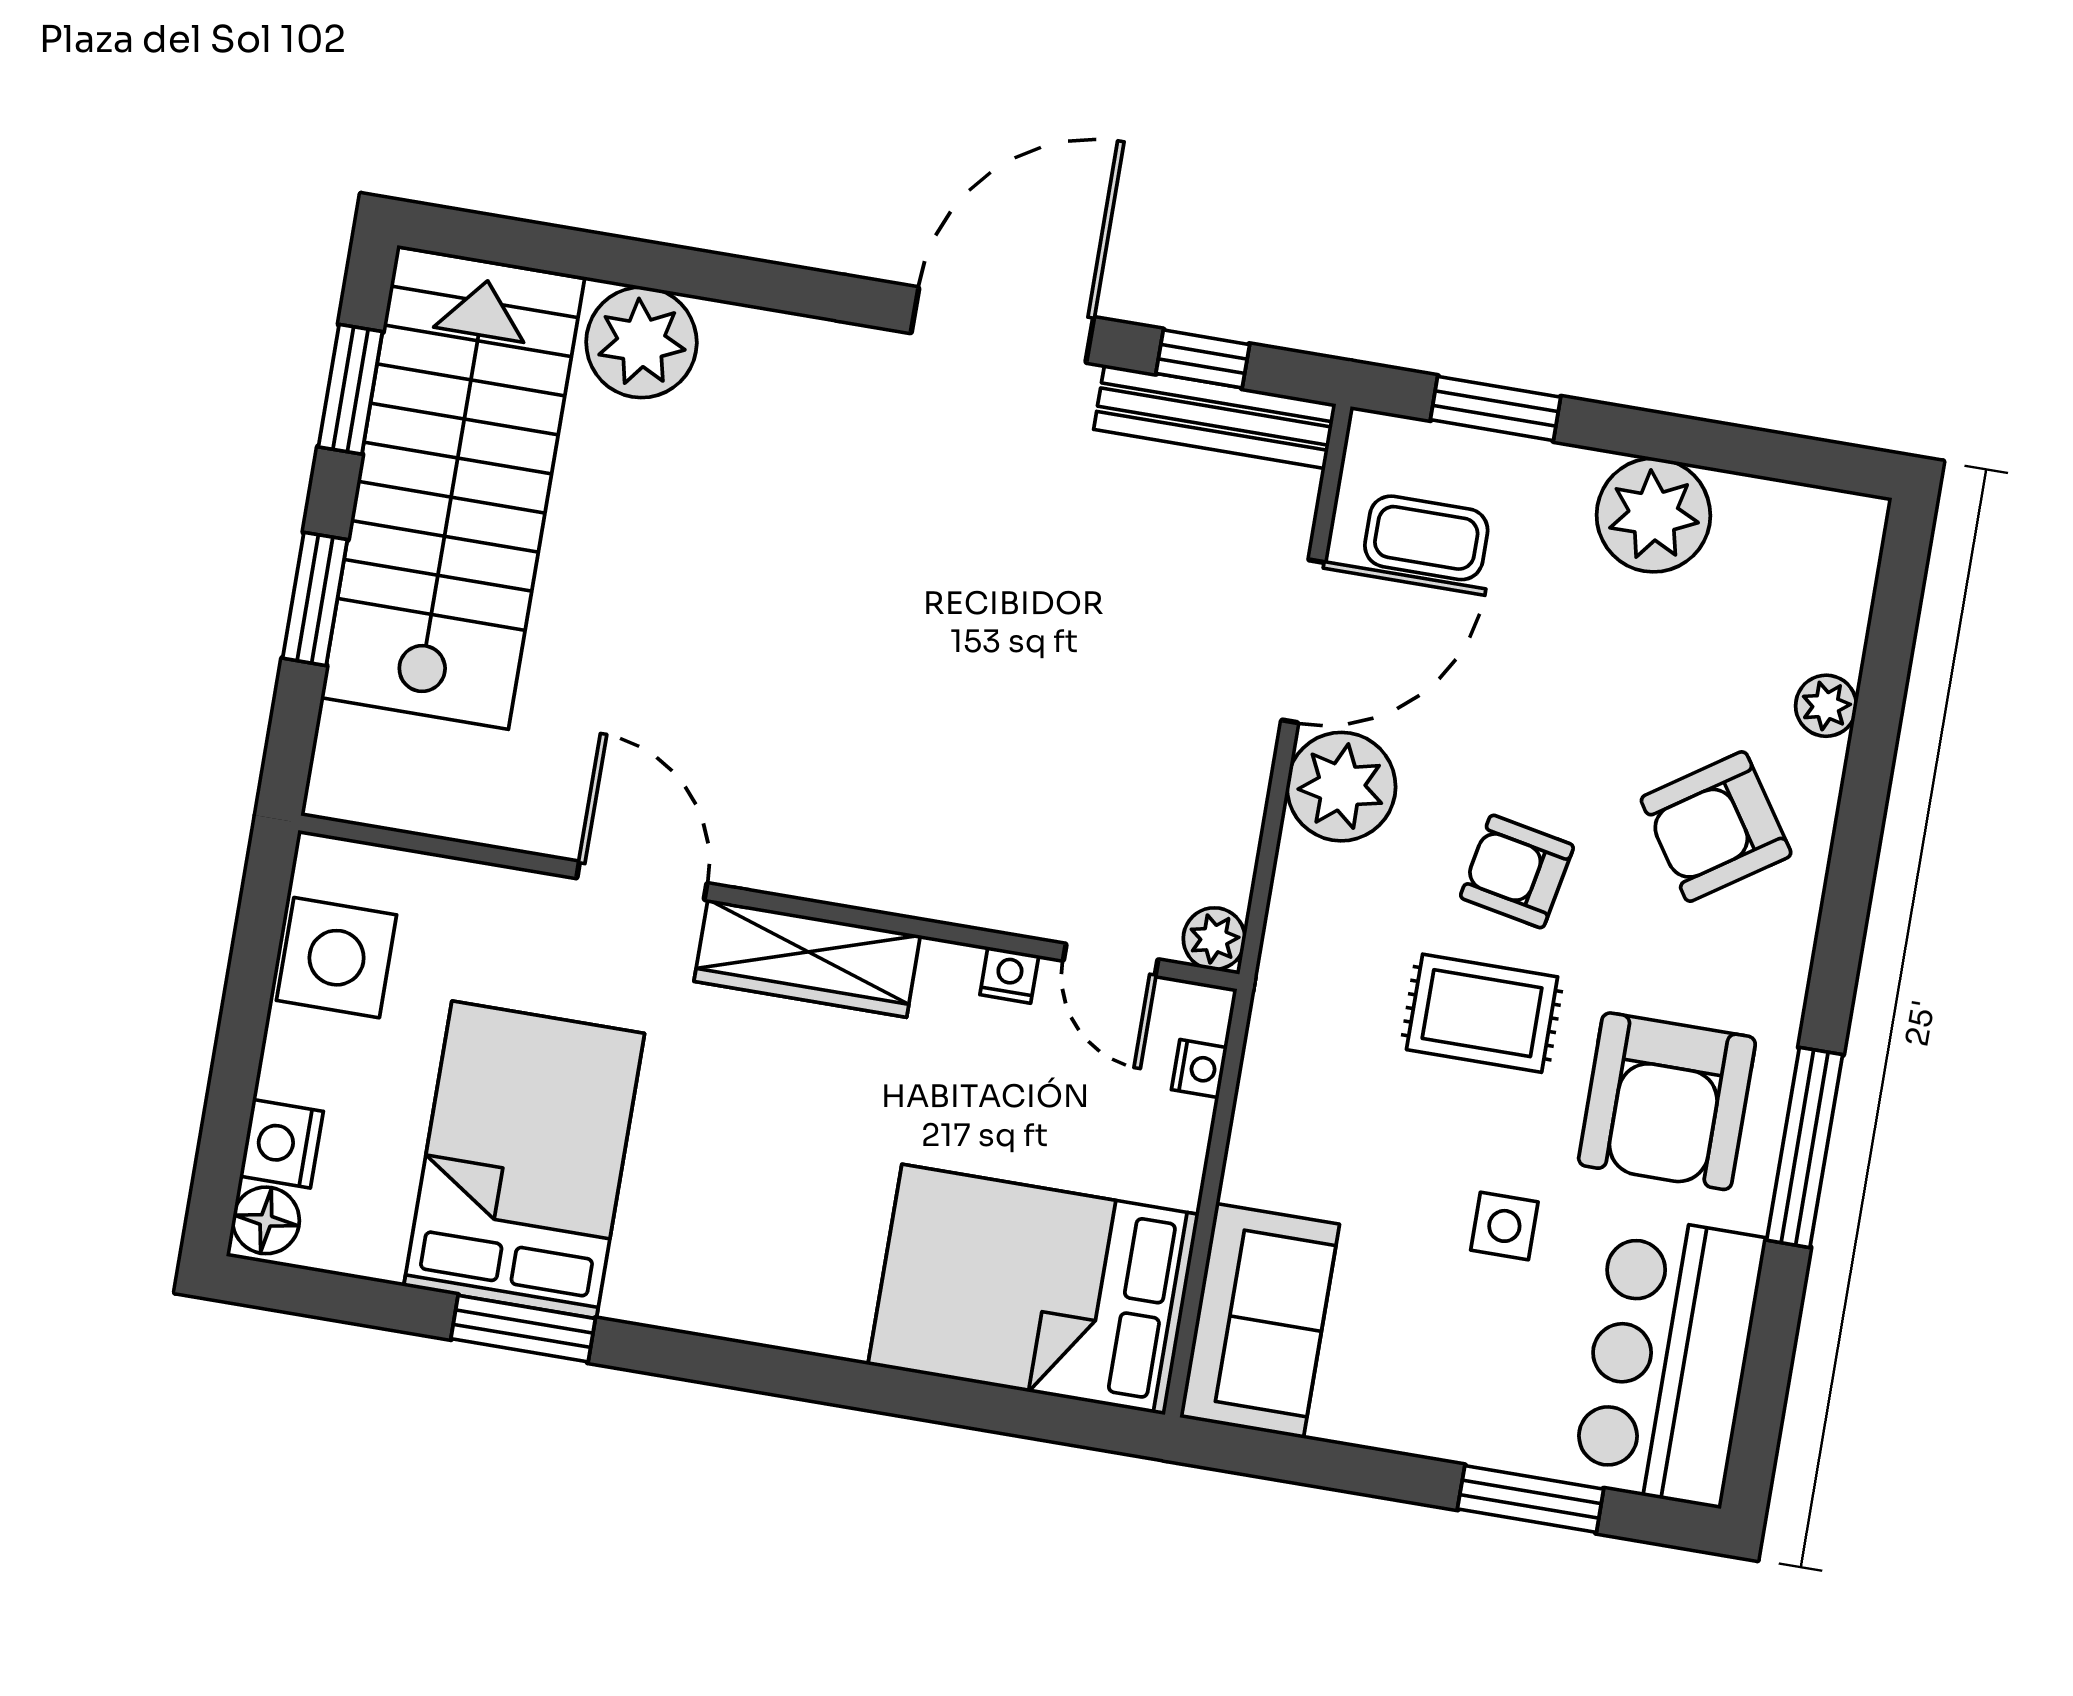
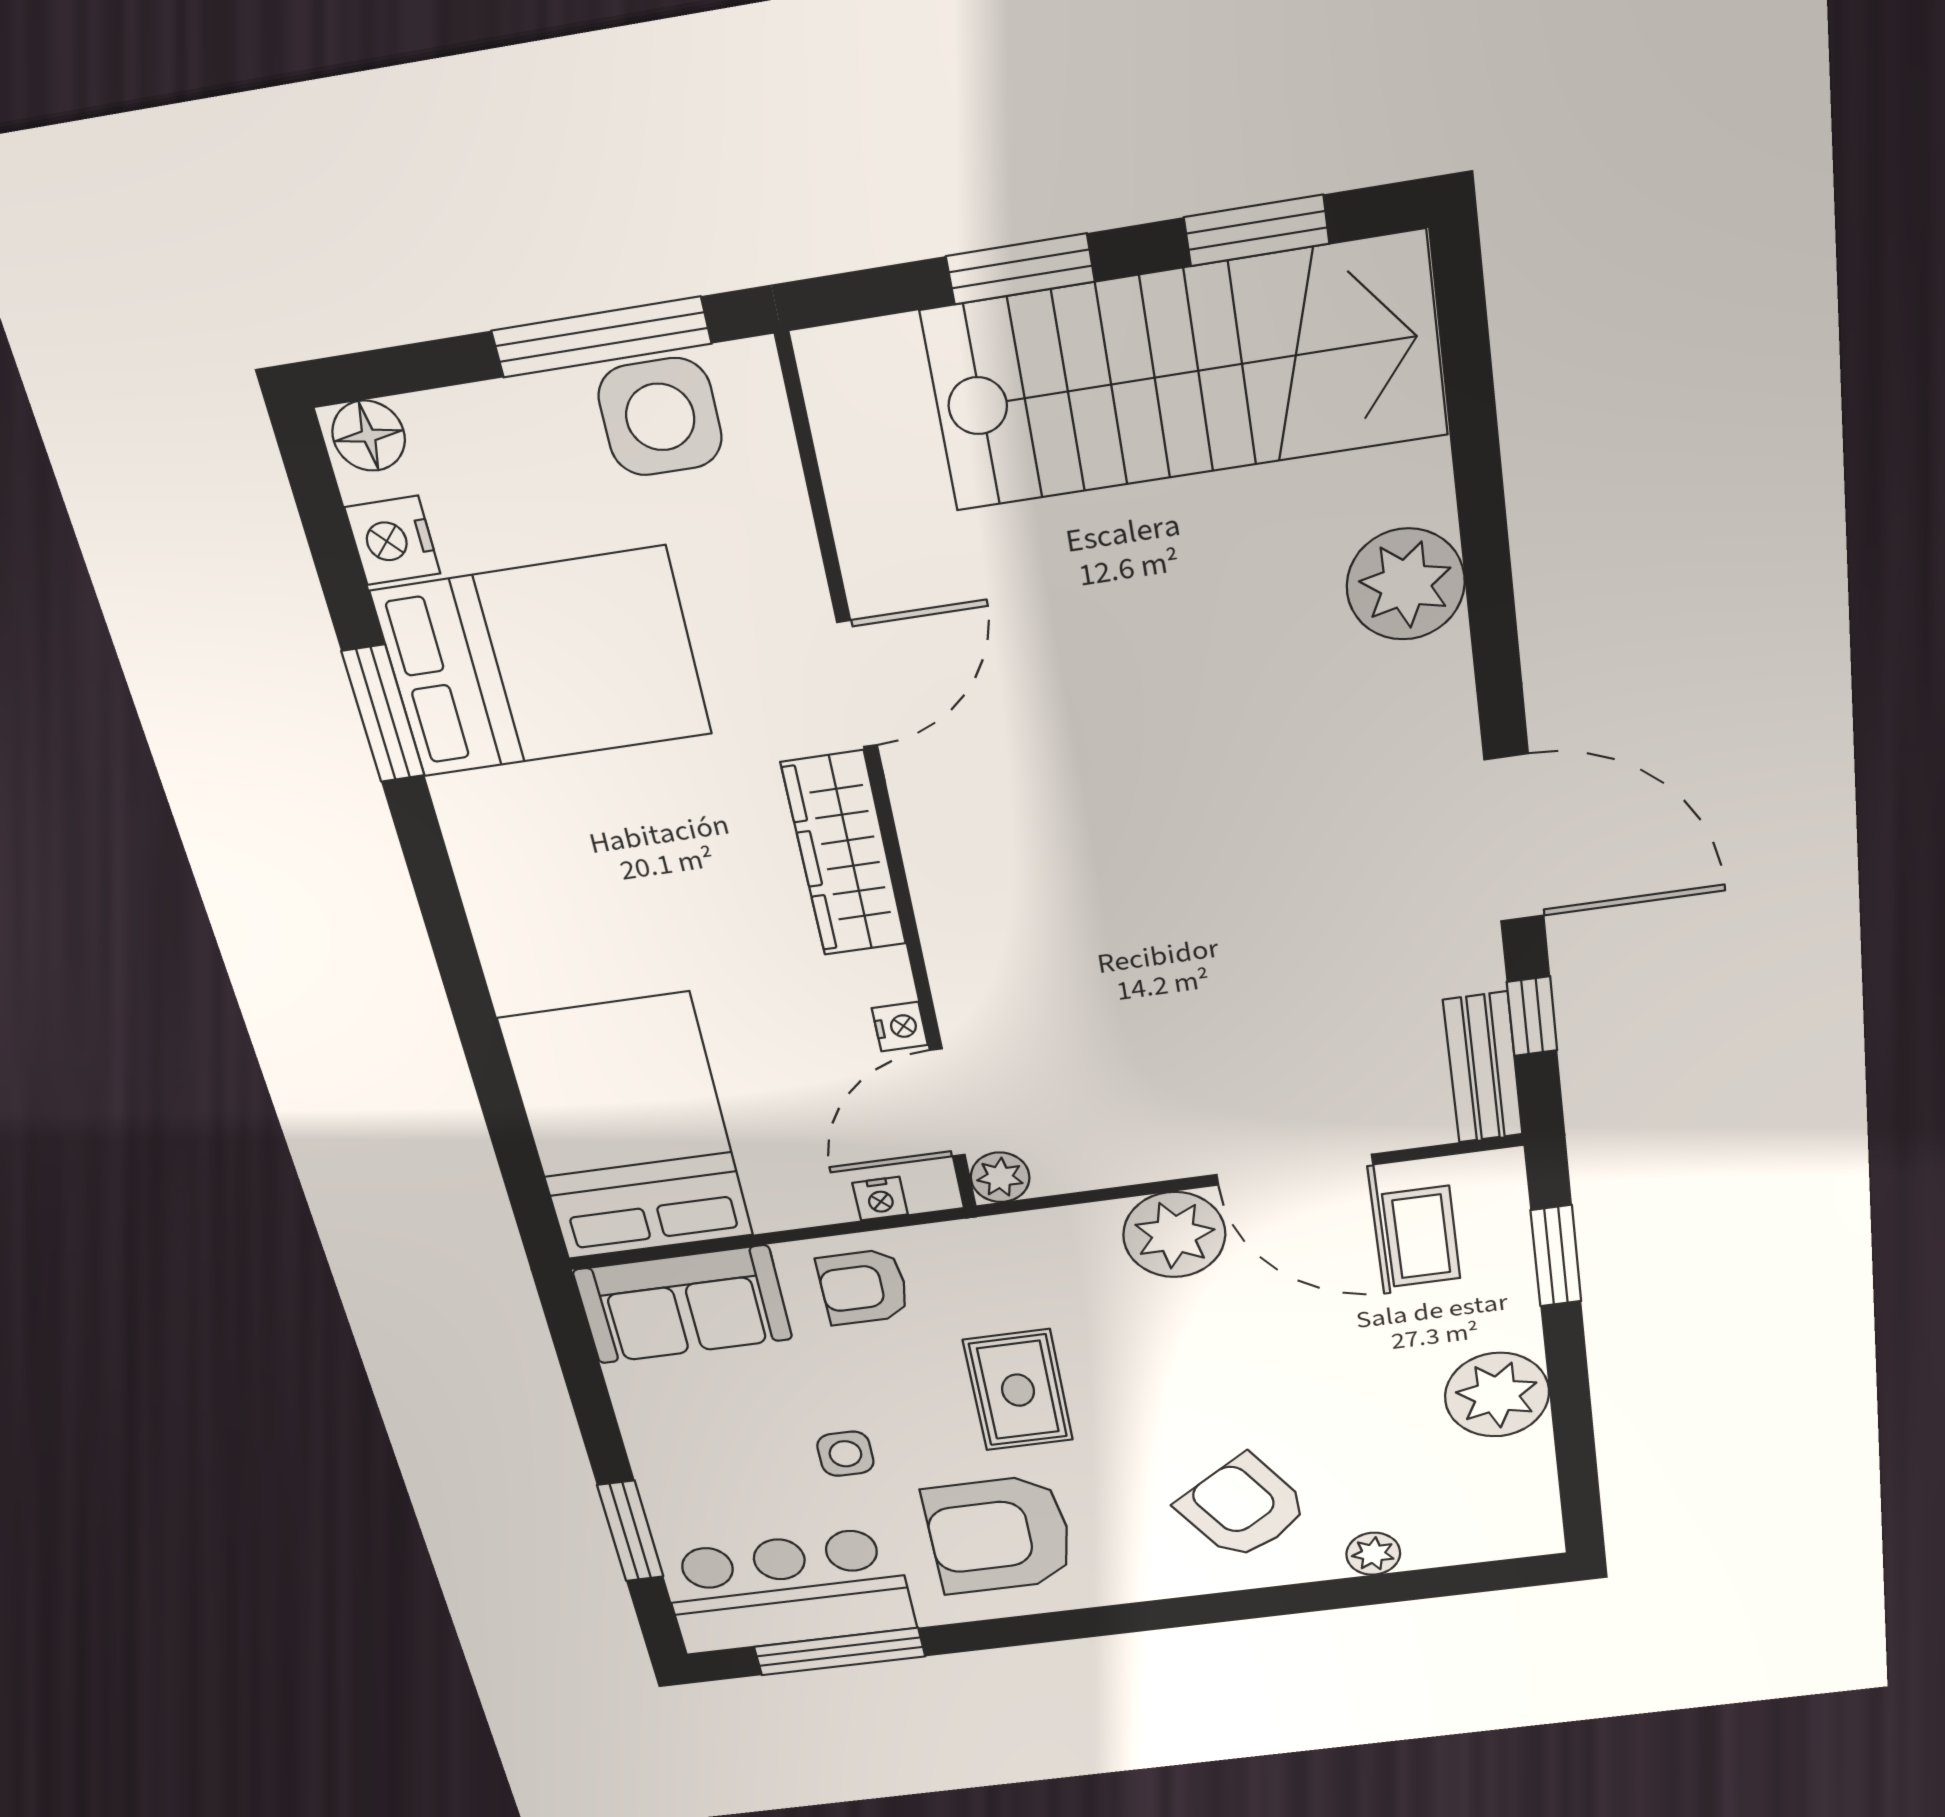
plant: (641, 342) -> (1406, 584), moved
bench: (1215, 417) -> (1483, 1068), width x0.73
armchair: (1517, 872) -> (863, 1287), moved, turned -101
door: (1111, 960) -> (947, 1103), width x1.38
window: (251, 979) -> (601, 337), added
nightstand: (282, 1144) -> (393, 540), moved, turned -90
window: (1805, 1147) -> (840, 1652), moved

